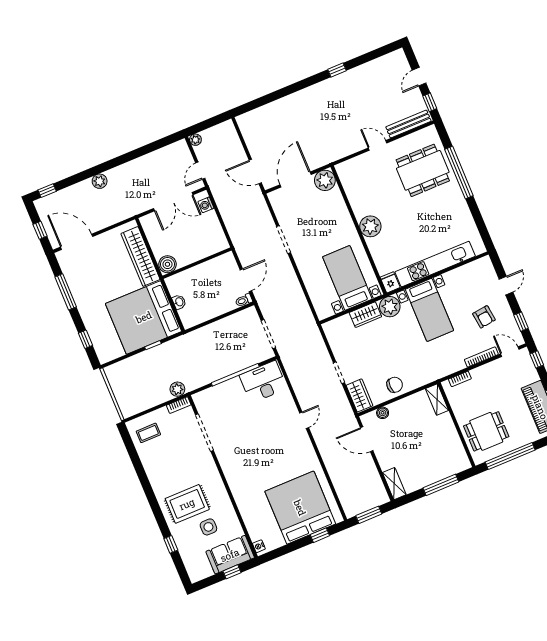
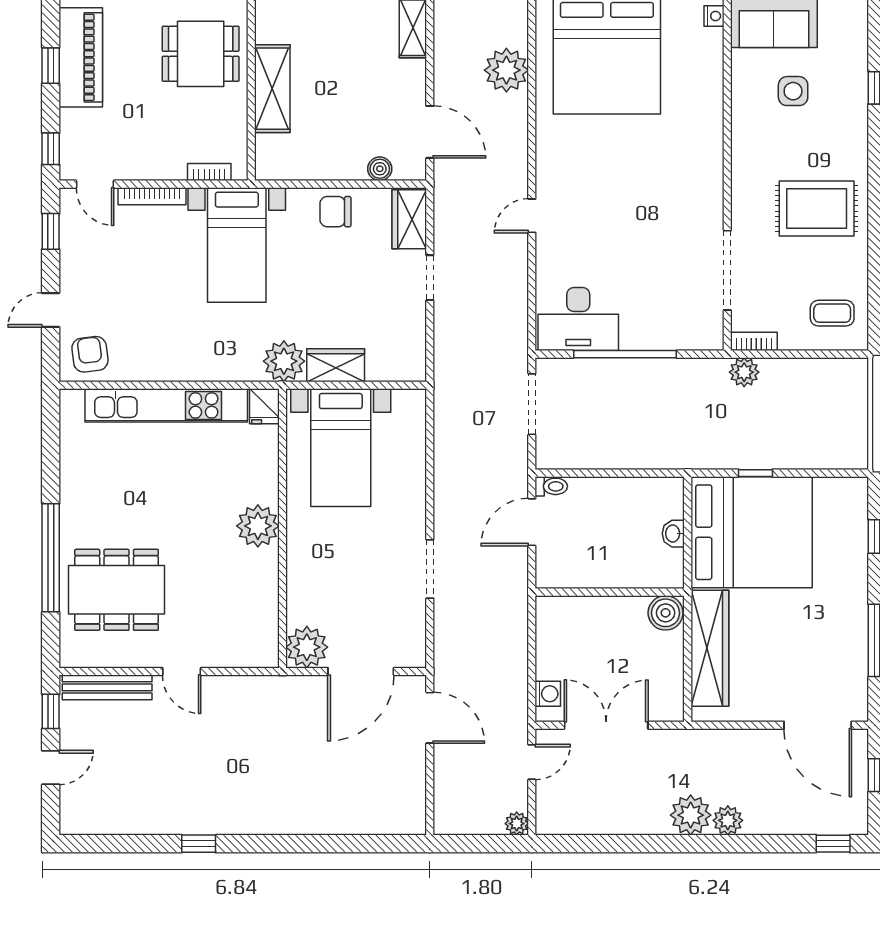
plant: (118, 177) -> (691, 815), added
bed with nightstands: (429, 310) -> (237, 245), moved, turned 180
armchair: (484, 317) -> (90, 354), moved
shelving: (437, 400) -> (272, 89), moved, width x1.50, depth x1.33
plant: (343, 482) -> (506, 70), added
rug: (187, 504) -> (817, 208), moved

